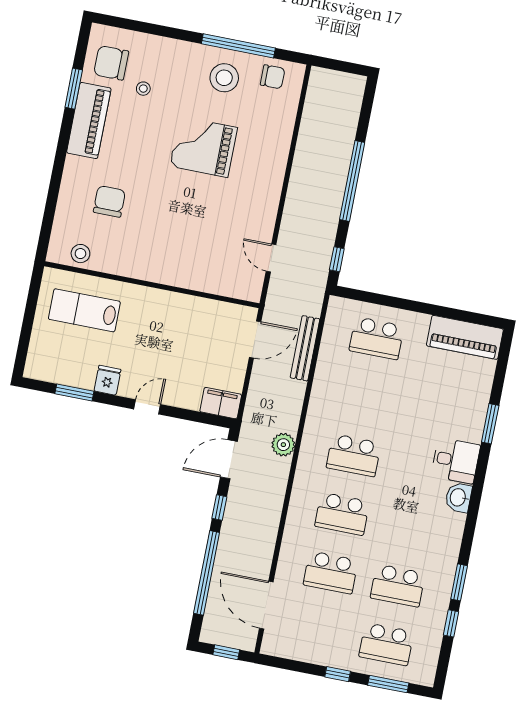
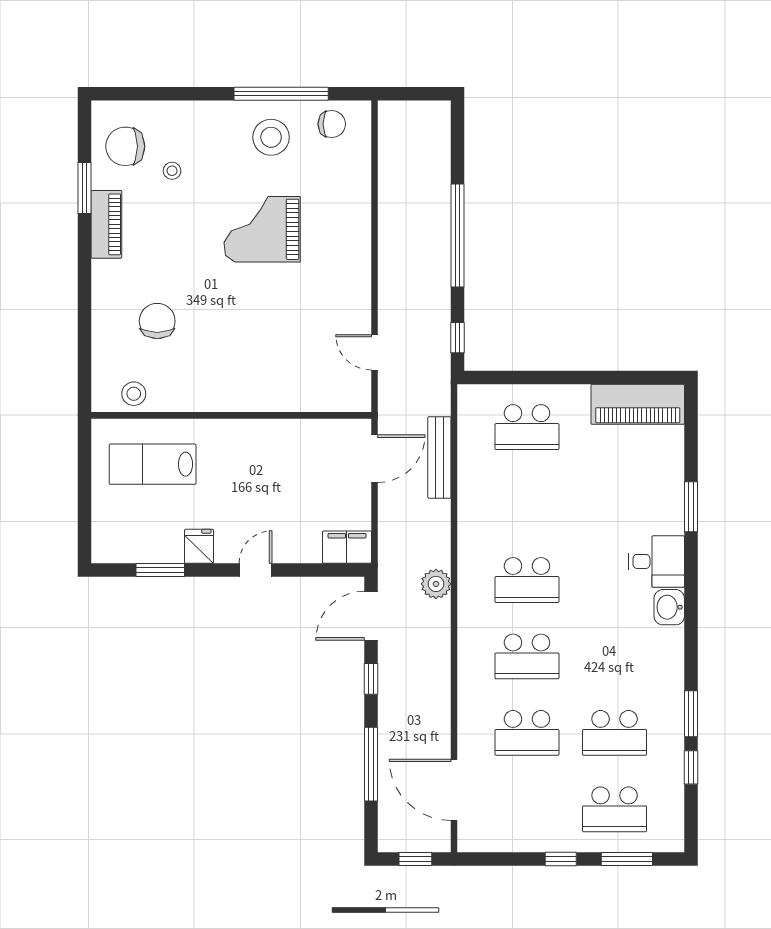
piano: (89, 120) -> (106, 224), width x0.73, depth x0.75
window: (207, 573) -> (371, 764), width x0.68

